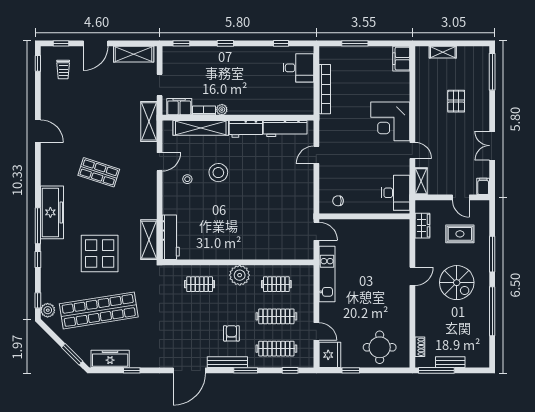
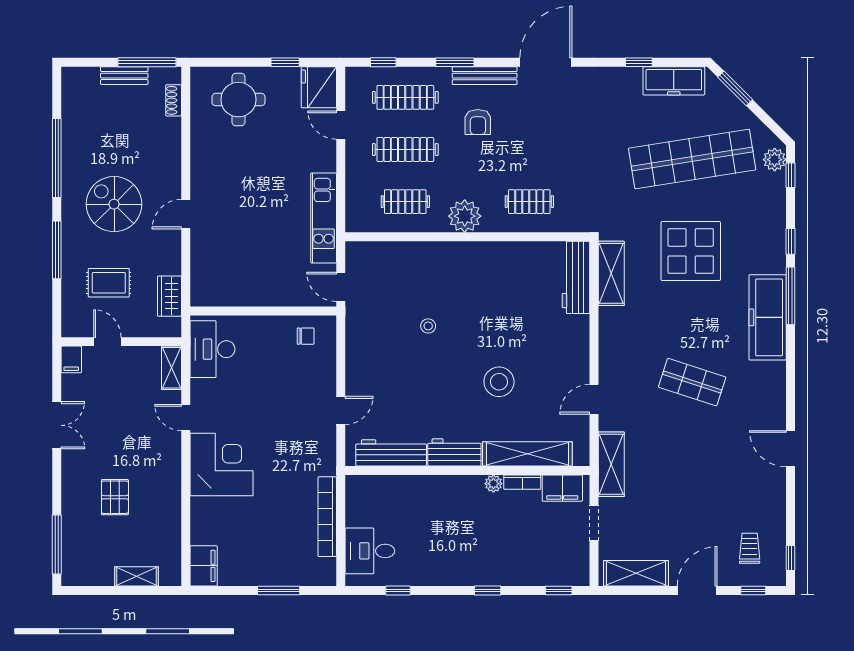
stool: (187, 179) -> (428, 326), moved

